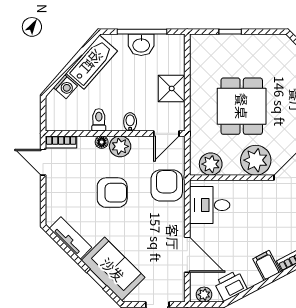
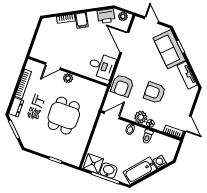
shower: (172, 88) -> (93, 164), moved
plant: (256, 160) -> (68, 78), width x0.53, depth x0.53
plant: (211, 164) -> (93, 89), removed

